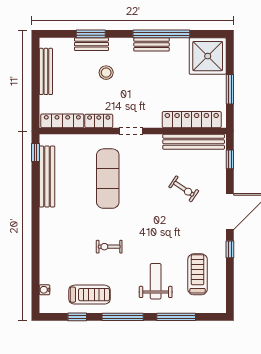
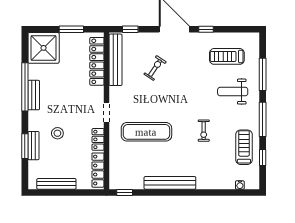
bench: (47, 177) -> (170, 183), moved

